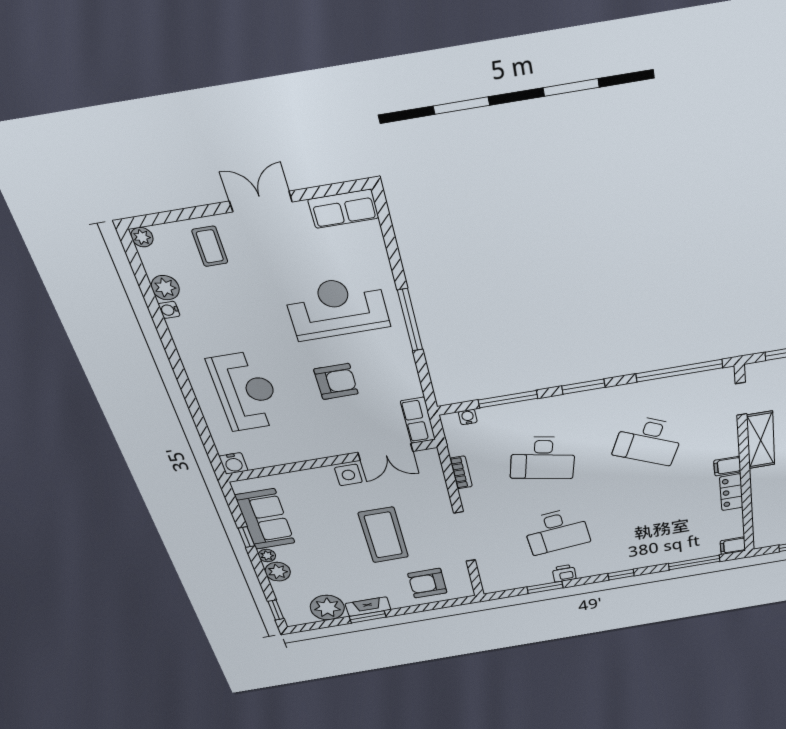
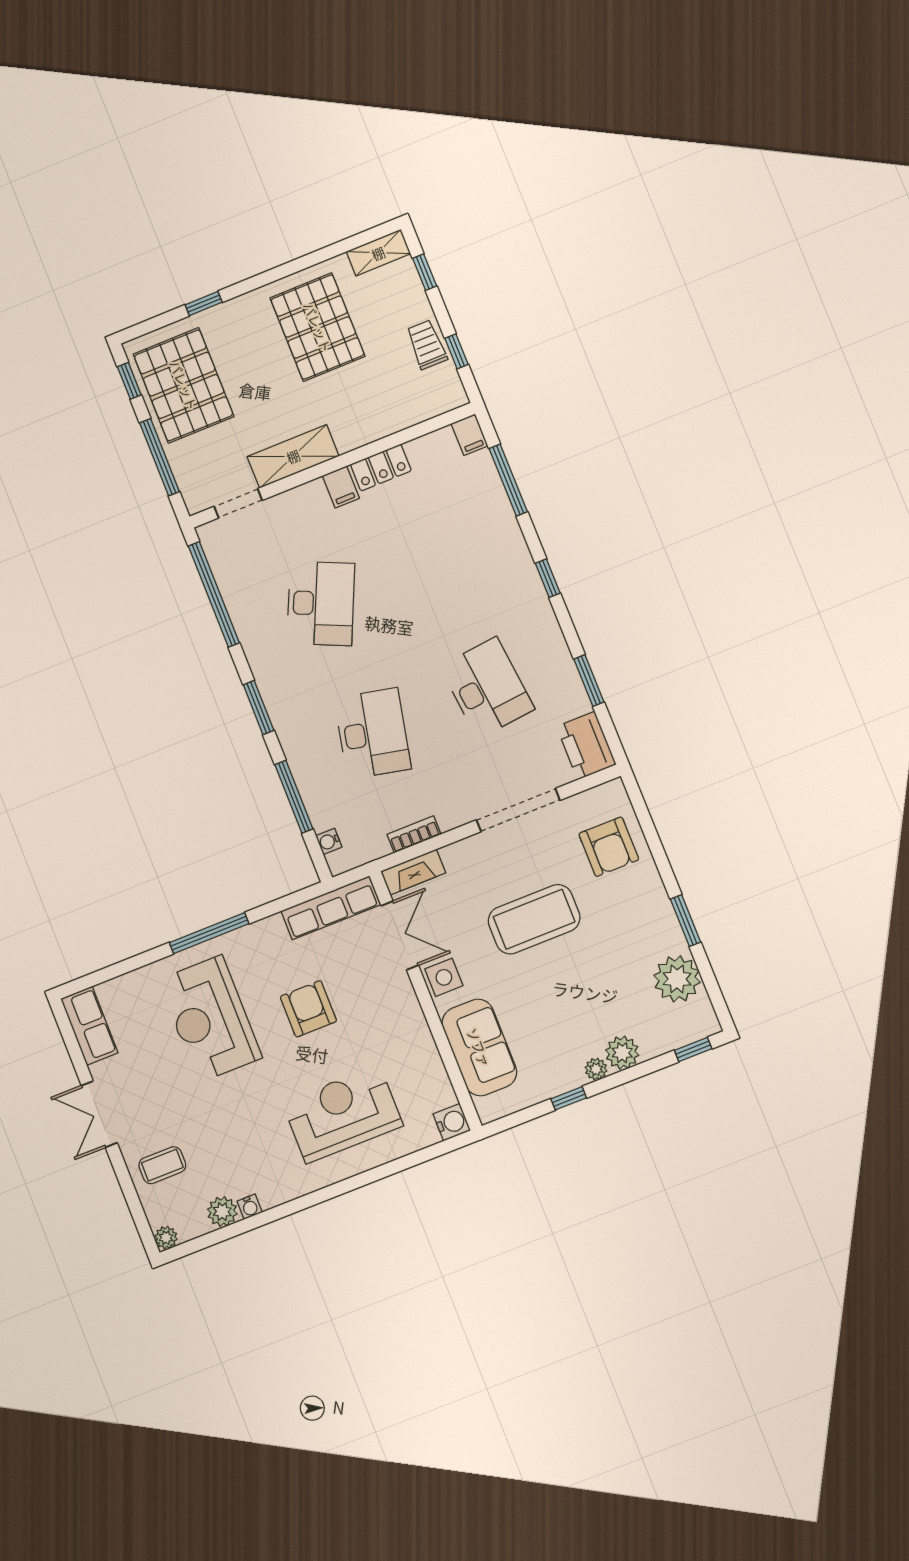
row of seats: (418, 420) -> (331, 908), width x1.48
sofa: (265, 519) -> (479, 1047), moved, turned 90
printer: (564, 573) -> (586, 746), moved, width x1.87, depth x1.48
fireplace: (368, 607) -> (413, 872), moved, turned -90

